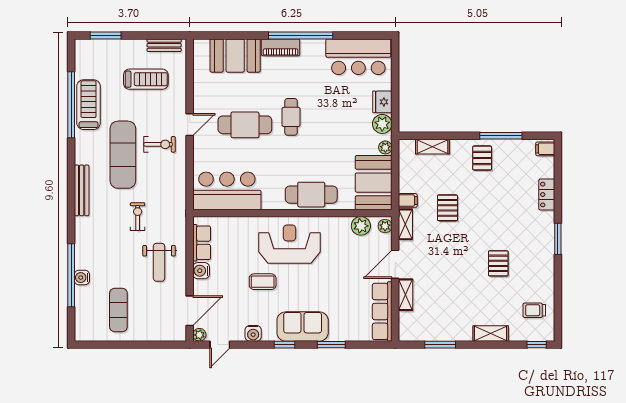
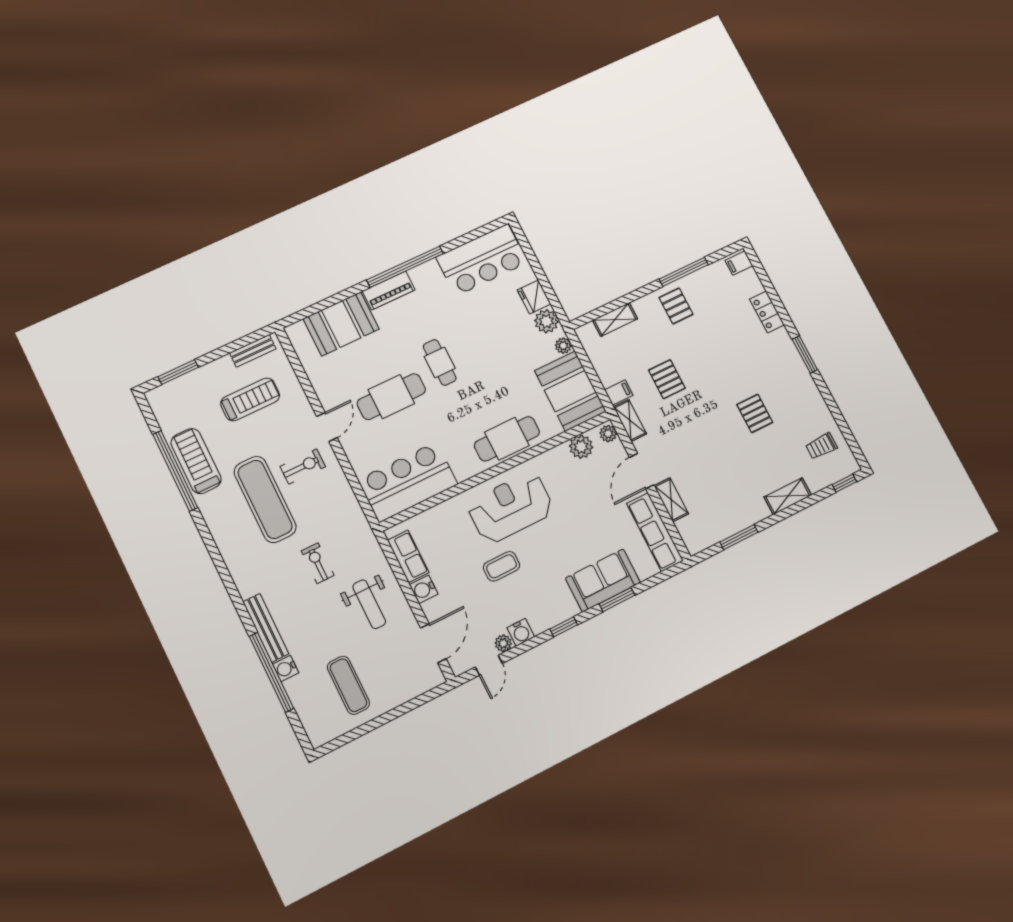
bench: (82, 190) -> (266, 628), moved
sofa: (303, 327) -> (603, 580), moved
plant: (199, 335) -> (503, 643), moved

